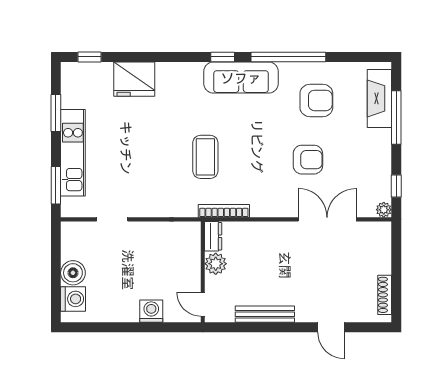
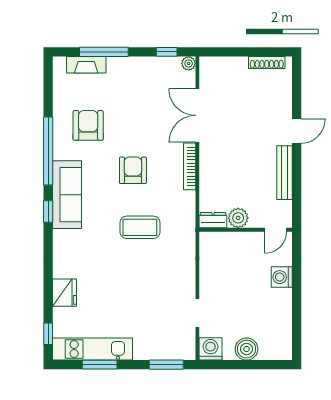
fridge: (134, 79) -> (64, 293), width x0.73, depth x0.75
fireplace: (379, 98) -> (86, 65), width x0.73, depth x0.76
kitchen unit: (73, 153) -> (92, 349), moved
armchair: (308, 160) -> (133, 170), moved
bookcase: (224, 211) -> (190, 166), moved
washing machine: (73, 299) -> (210, 349), moved
door: (331, 327) -> (297, 131), moved

